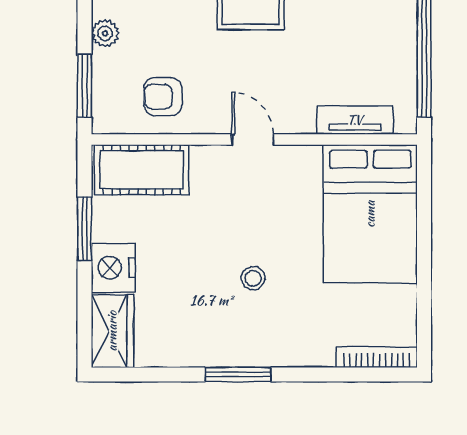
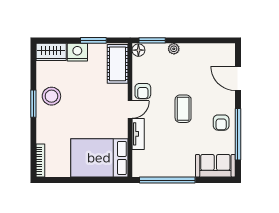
armchair: (163, 97) -> (143, 91), moved, turned 180
floor lamp: (108, 119) -> (138, 50), added
tv unit: (355, 120) -> (138, 134), moved
stool: (253, 278) -> (51, 96), moved, width x1.89, depth x1.89

